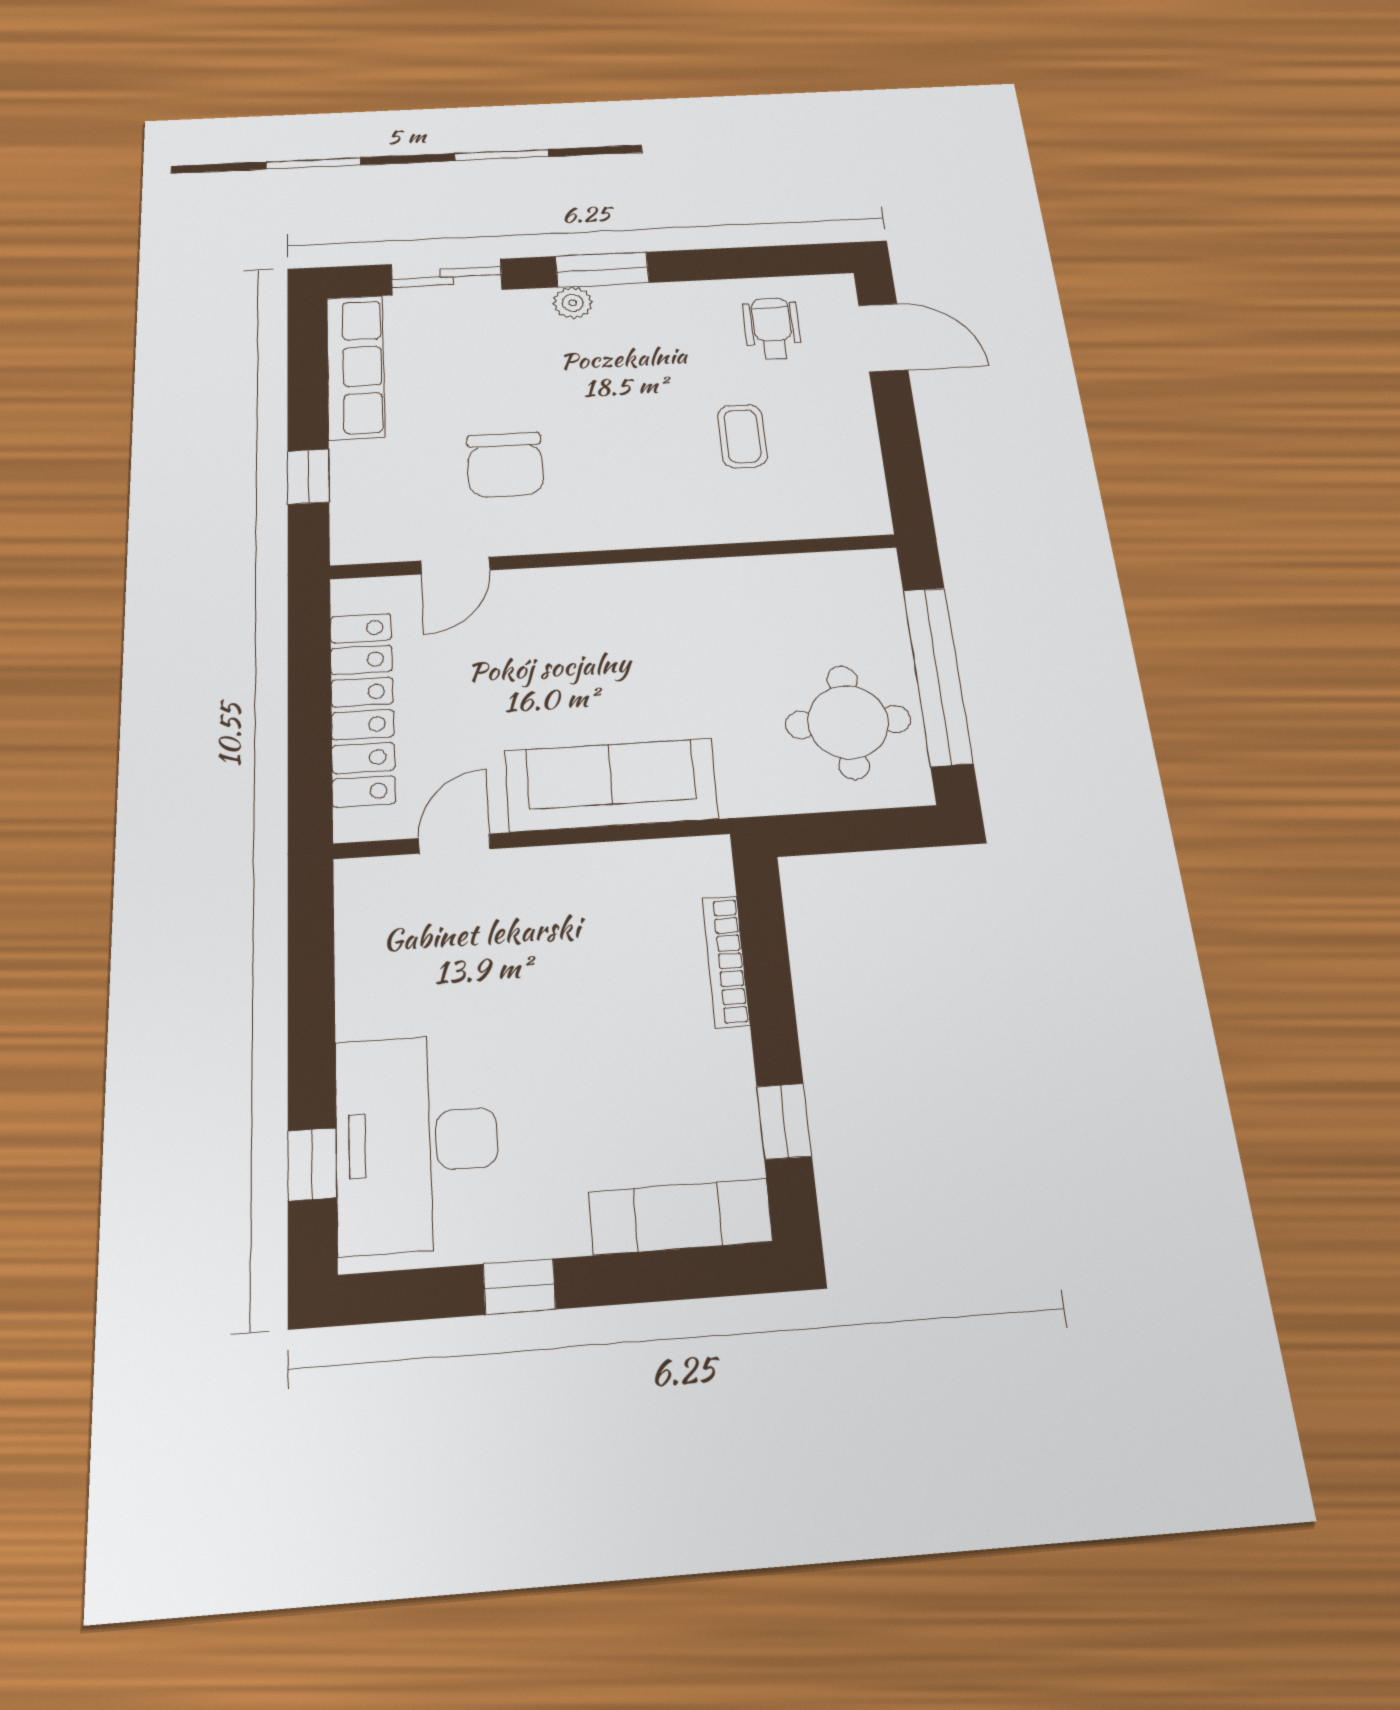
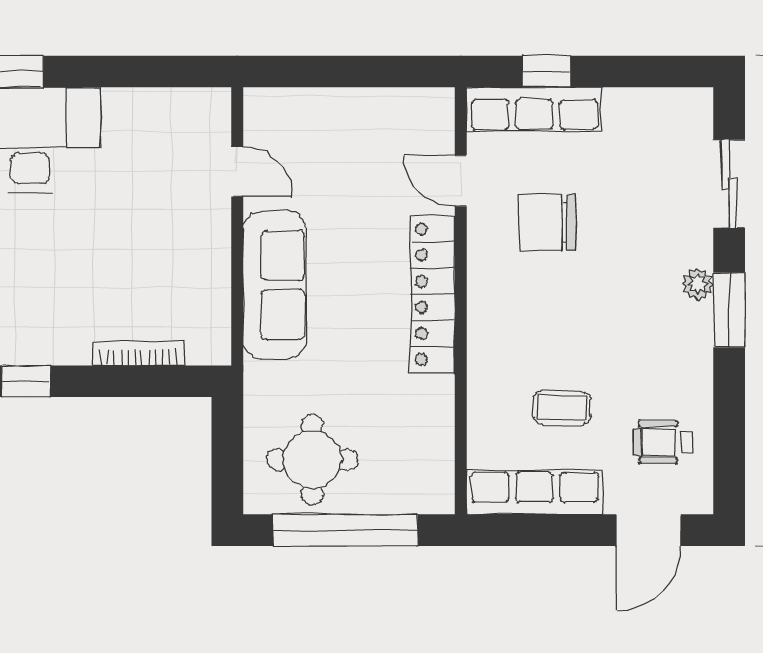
wheelchair: (772, 328) -> (663, 442), turned 180
row of seats: (356, 367) -> (534, 109), moved
row of seats: (854, 460) -> (535, 492), added
locker: (362, 708) -> (433, 294), moved, turned 90

